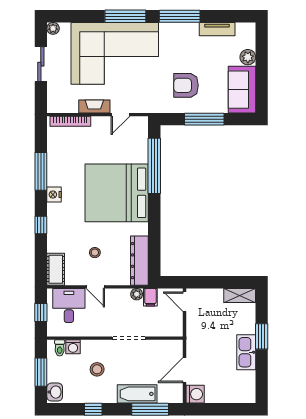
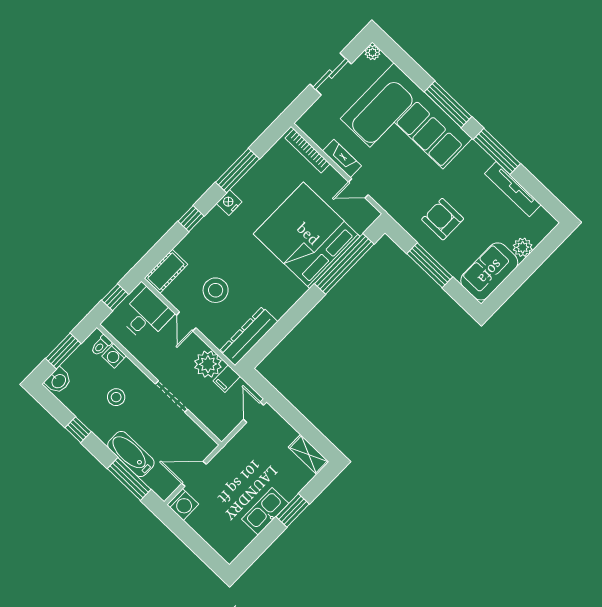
tv unit: (217, 29) -> (513, 189), width x1.41
bed: (117, 193) -> (307, 235), moved
stool: (95, 253) -> (216, 290), width x1.89, depth x1.89
plant: (137, 294) -> (208, 364), width x1.88, depth x1.88

